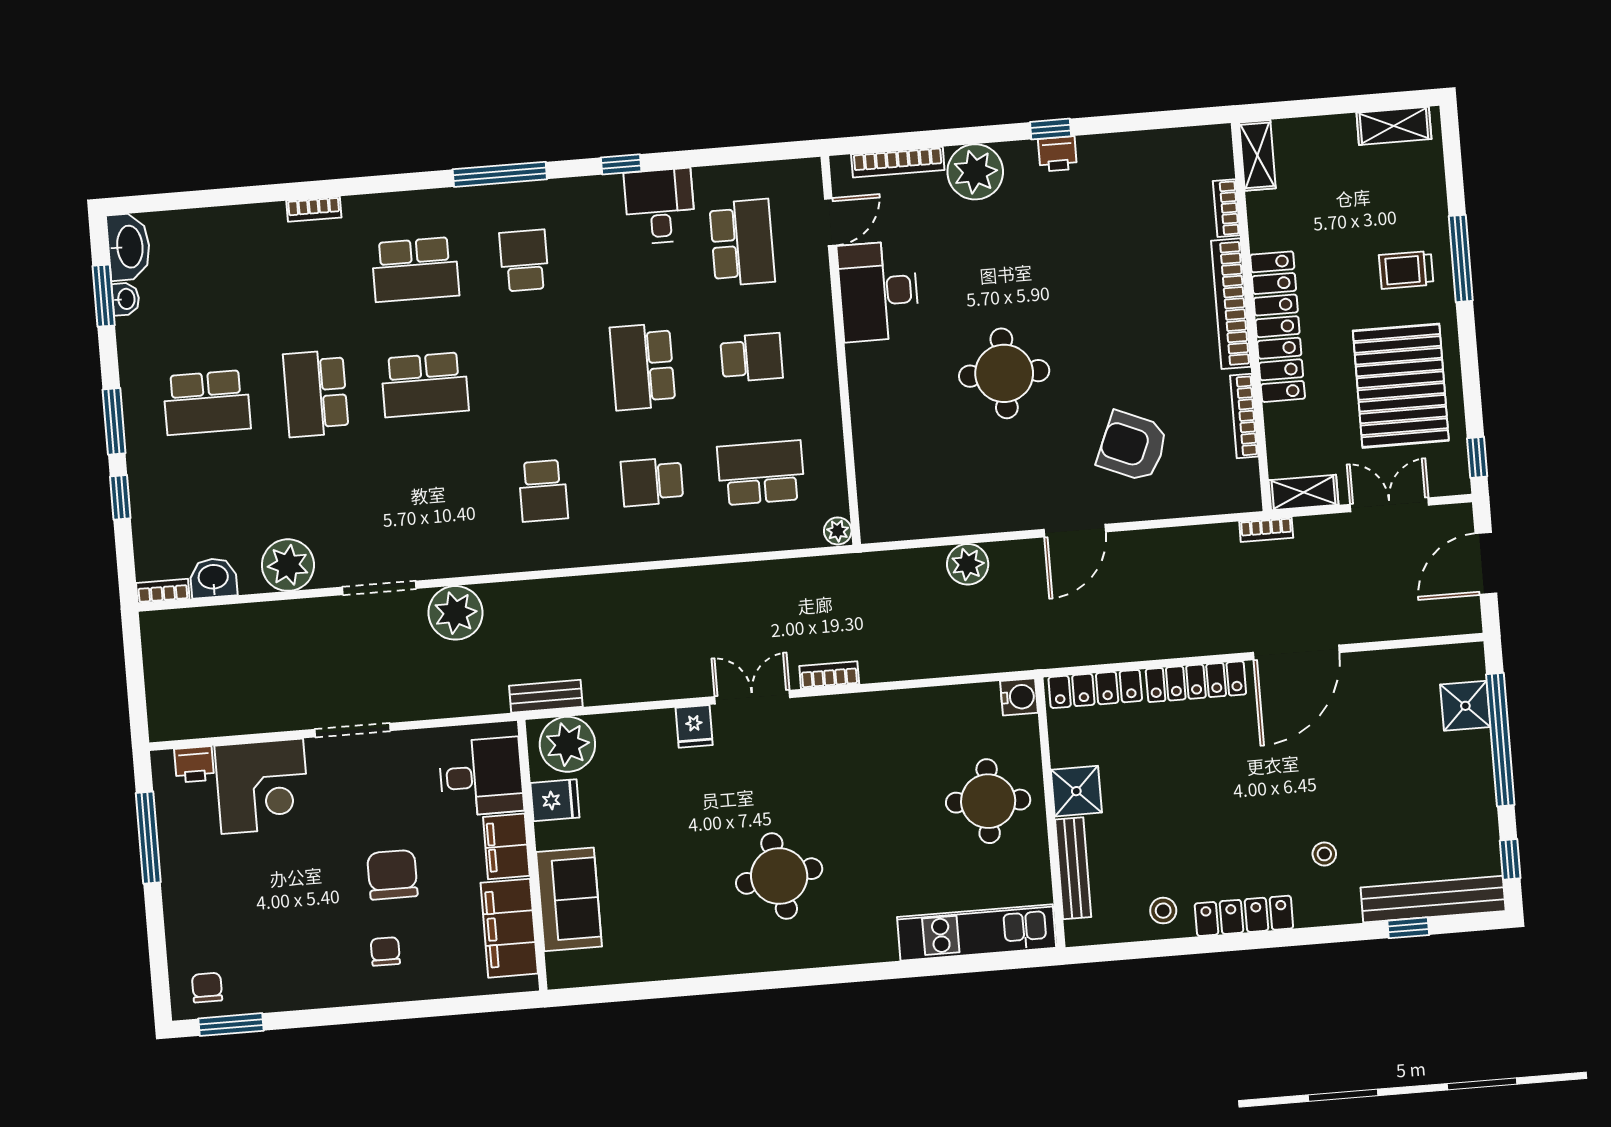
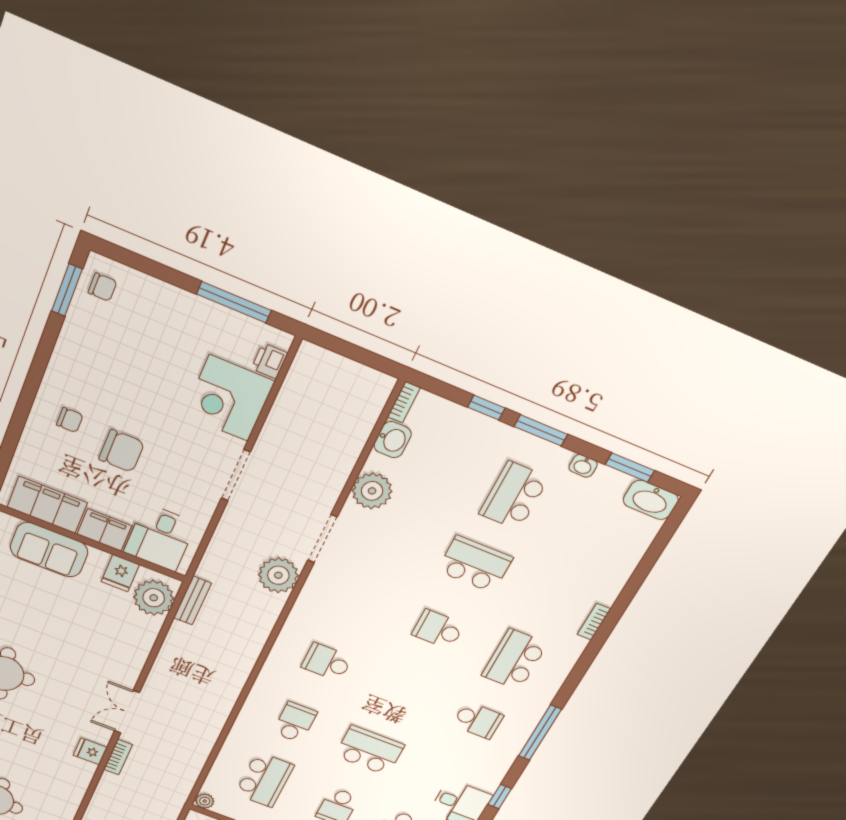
washbasin: (126, 299) -> (583, 466), moved
school desk: (425, 385) -> (438, 629), width x0.54
double door: (752, 697) -> (127, 712), swing flipped
fridge: (694, 726) -> (90, 751), moved

